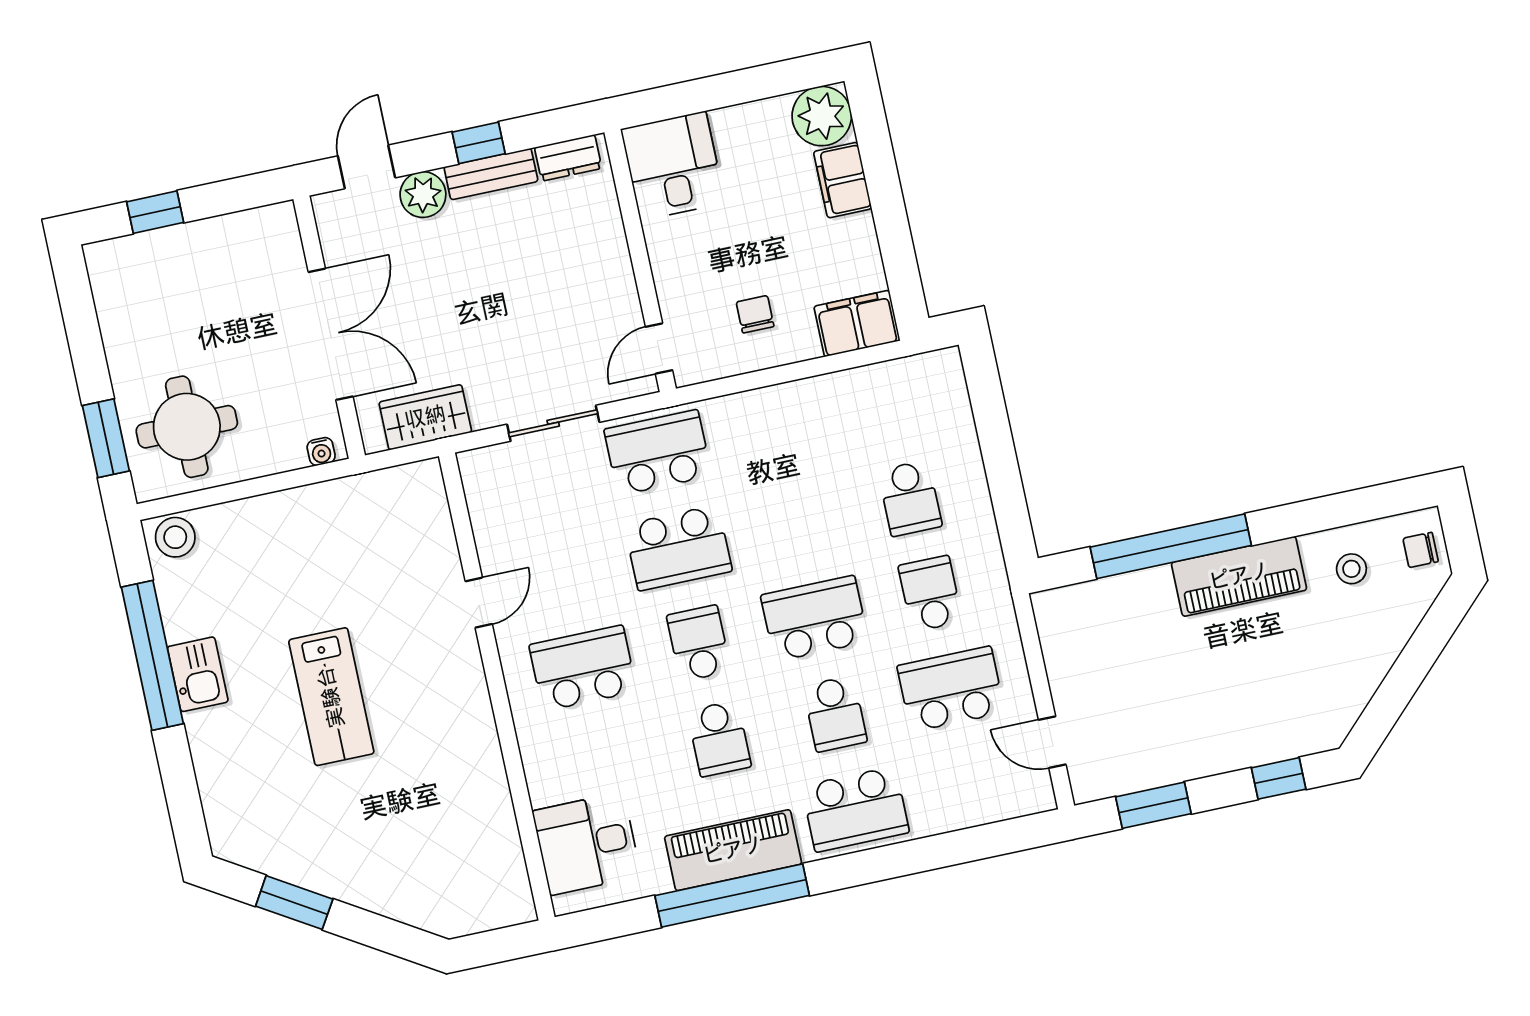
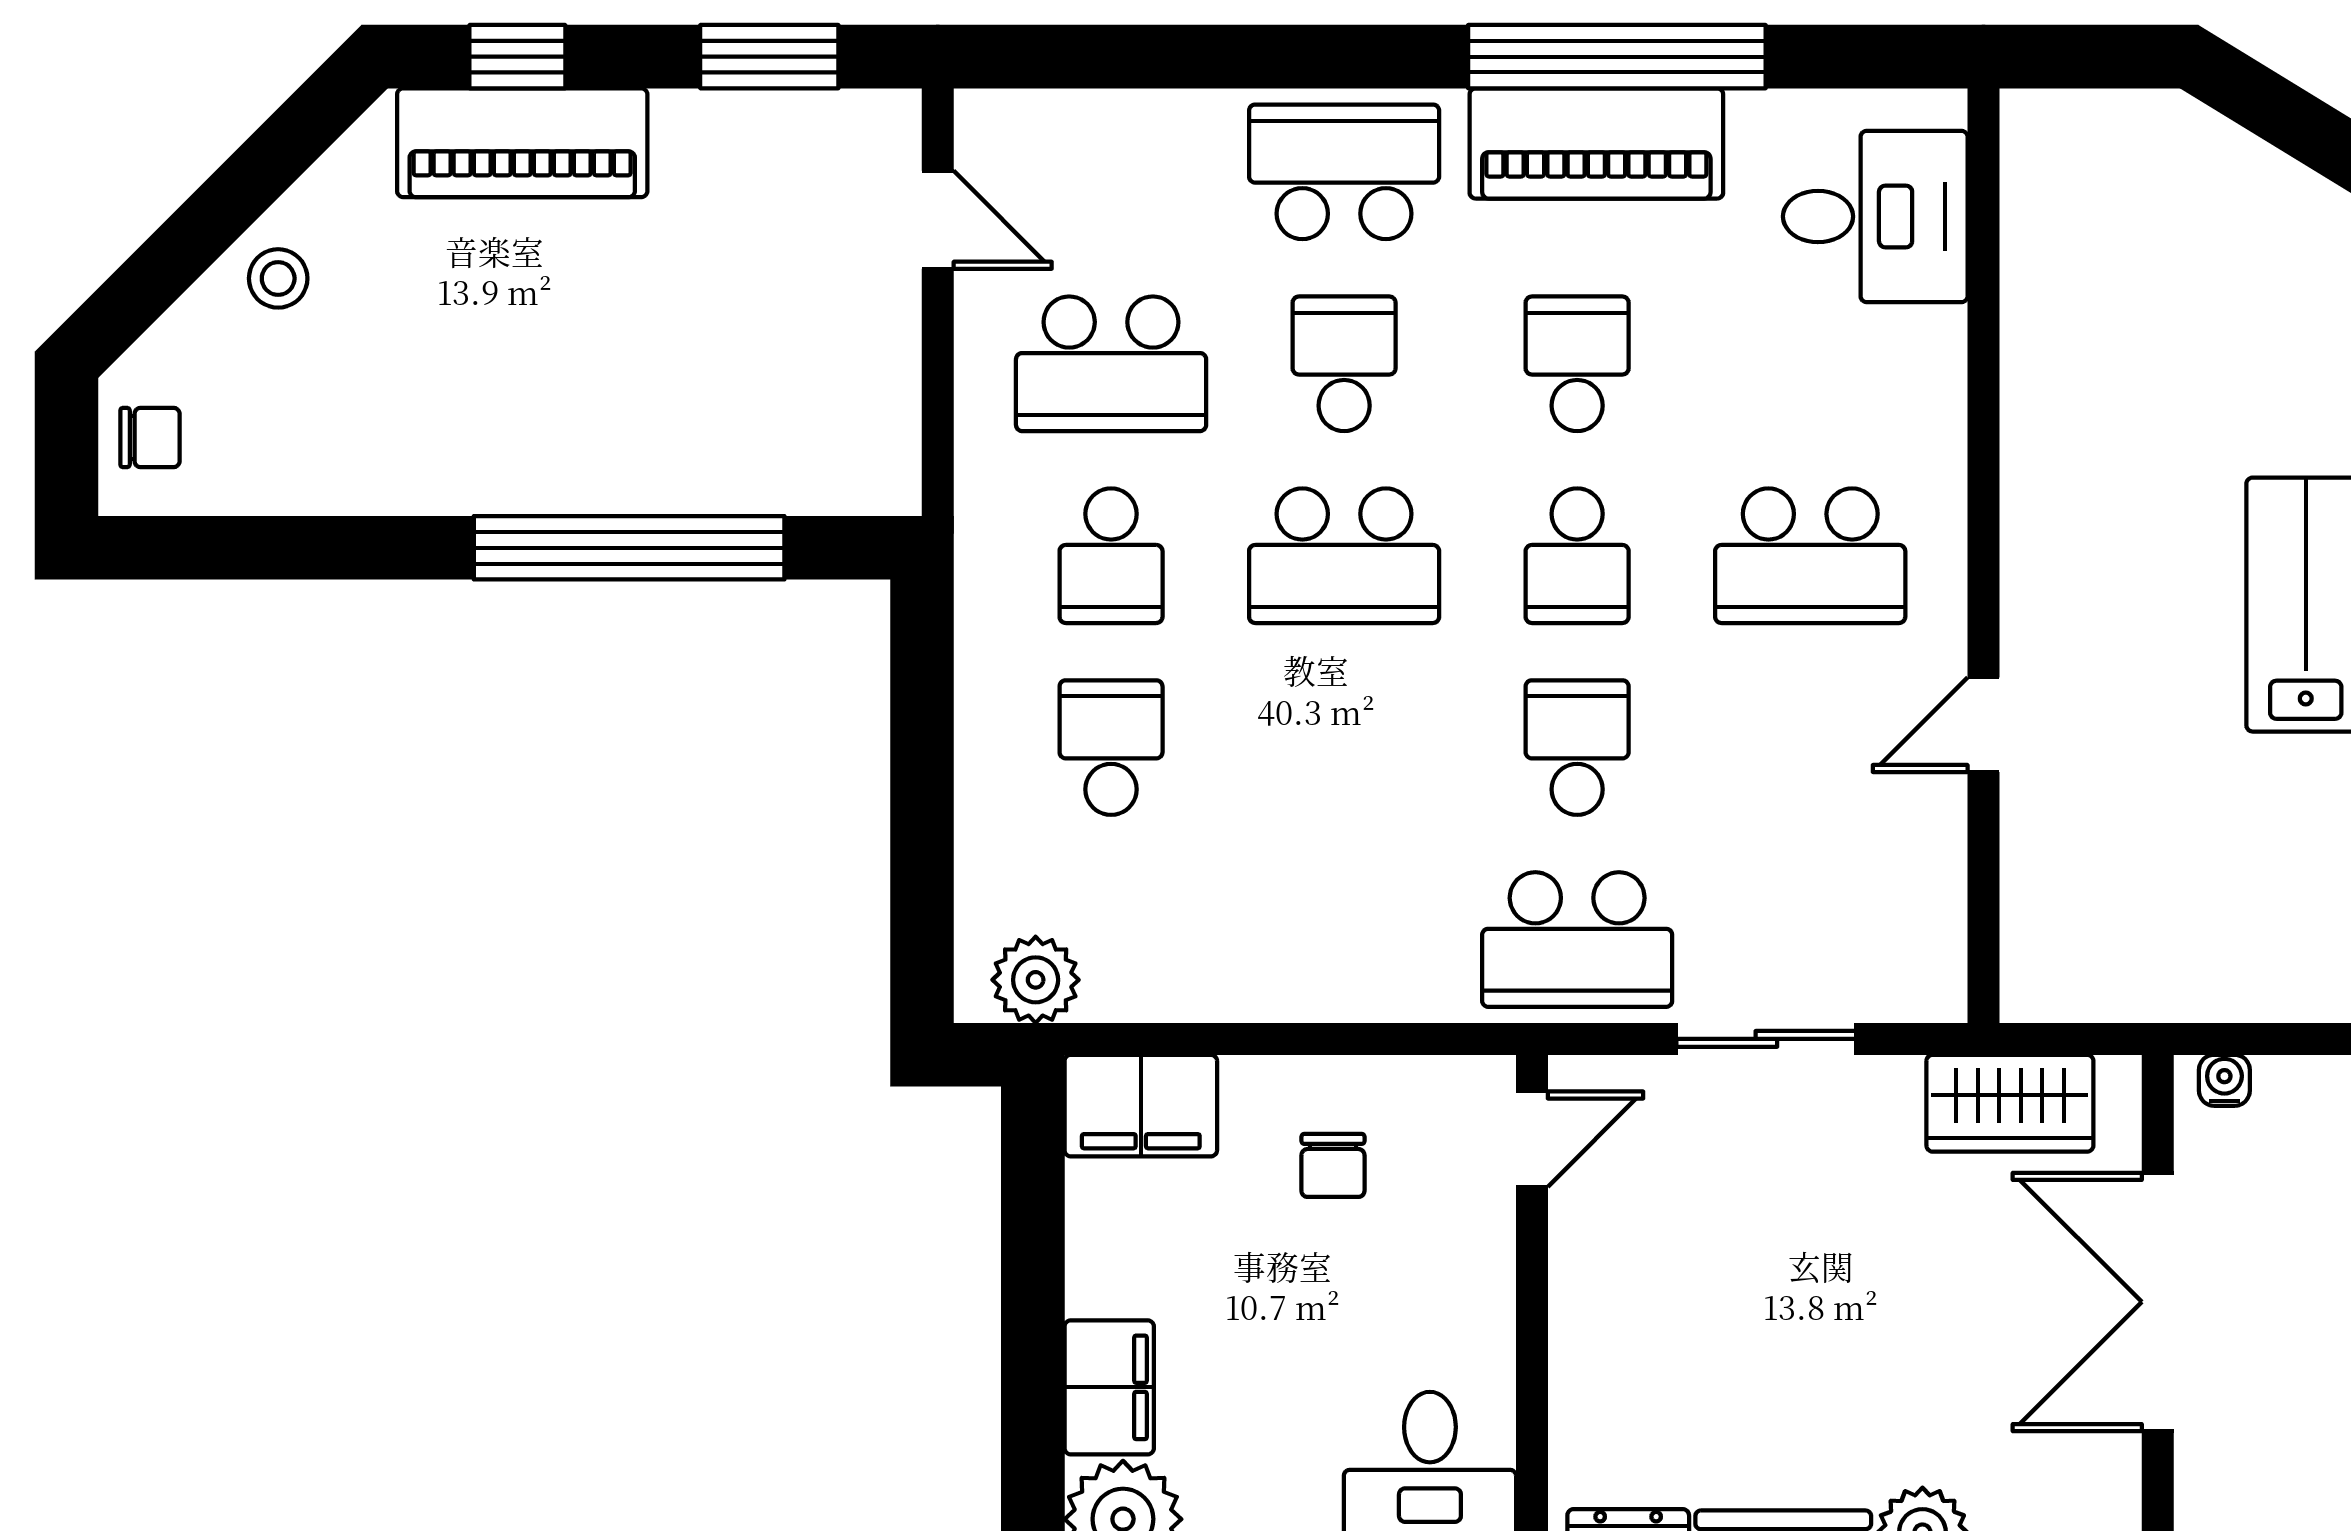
plant: (923, 375) -> (1036, 980), added
school desk: (678, 548) -> (1577, 748), width x0.54
stool: (1351, 569) -> (278, 278), moved
piano: (1239, 576) -> (522, 143), moved, turned 180

